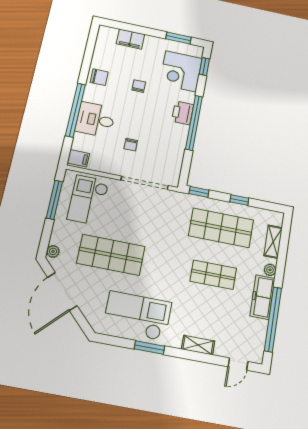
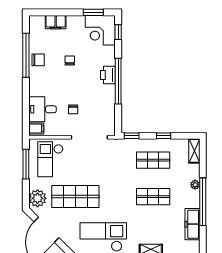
corner desk: (181, 71) -> (100, 30), moved
window: (75, 110) -> (26, 55), moved
desk: (95, 120) -> (42, 109), moved
shop shelf: (221, 228) -> (153, 160), width x0.70, depth x0.74
shelving: (273, 242) -> (194, 151), moved
plant: (53, 251) -> (38, 198), width x1.88, depth x1.88
freezer: (262, 297) -> (193, 224), moved
window: (273, 319) -> (203, 202), moved

